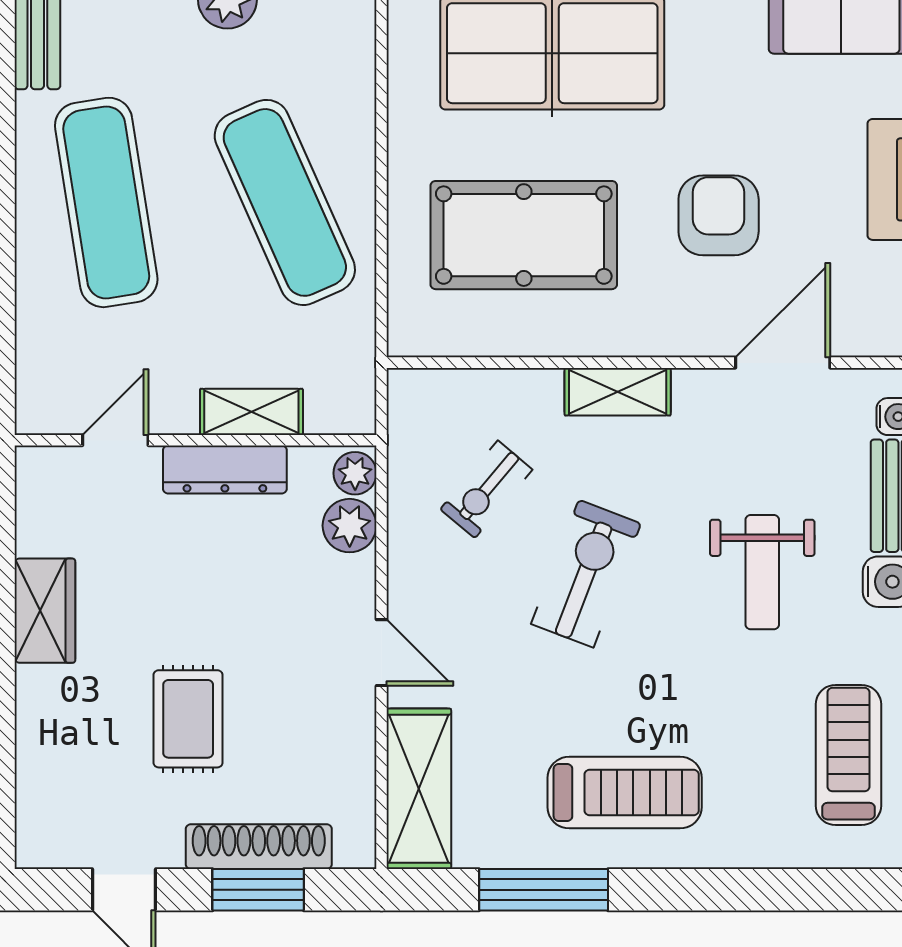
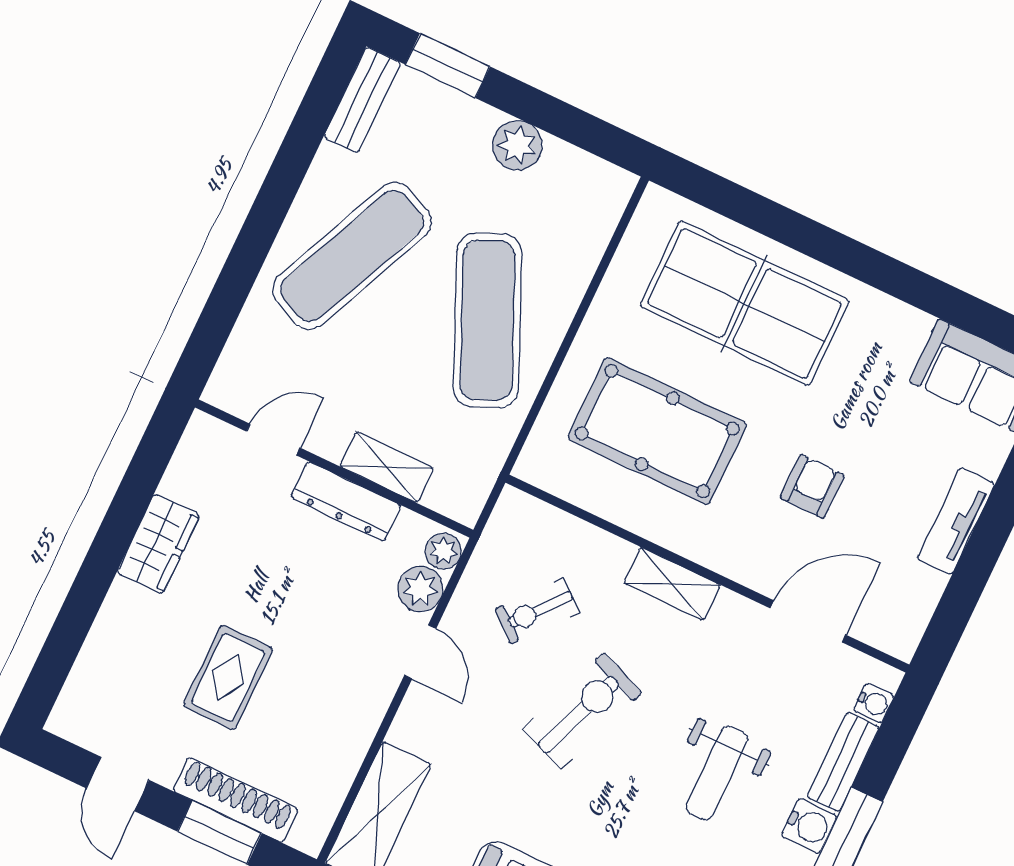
exercise mat: (106, 202) -> (352, 256), turned 33
armchair: (719, 215) -> (812, 486), width x0.72, depth x0.72
door: (382, 653) -> (420, 652), moved

